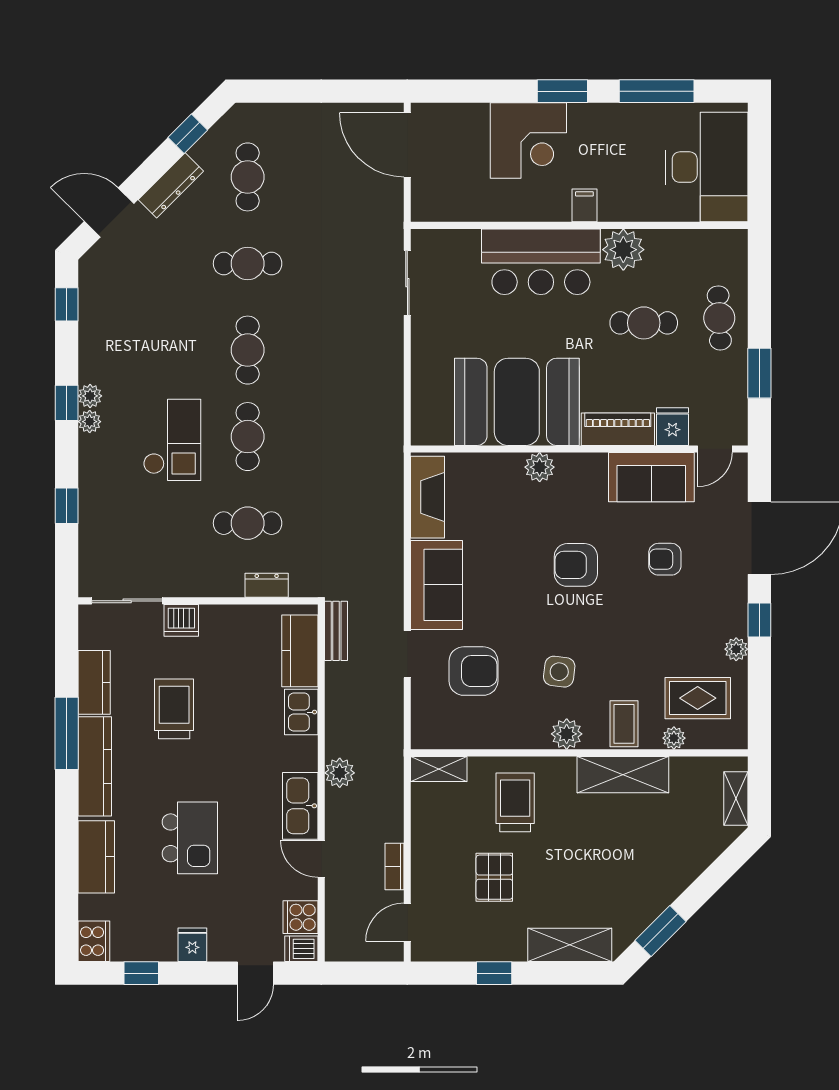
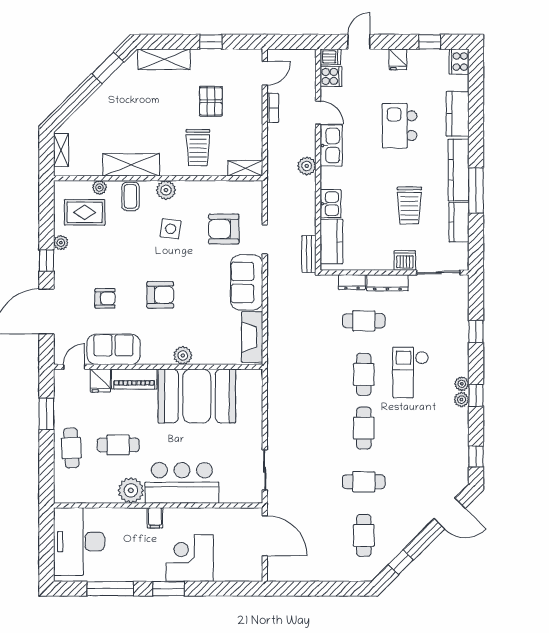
door: (407, 145) -> (265, 536), moved
dresser: (171, 185) -> (387, 283), moved, turned -135

